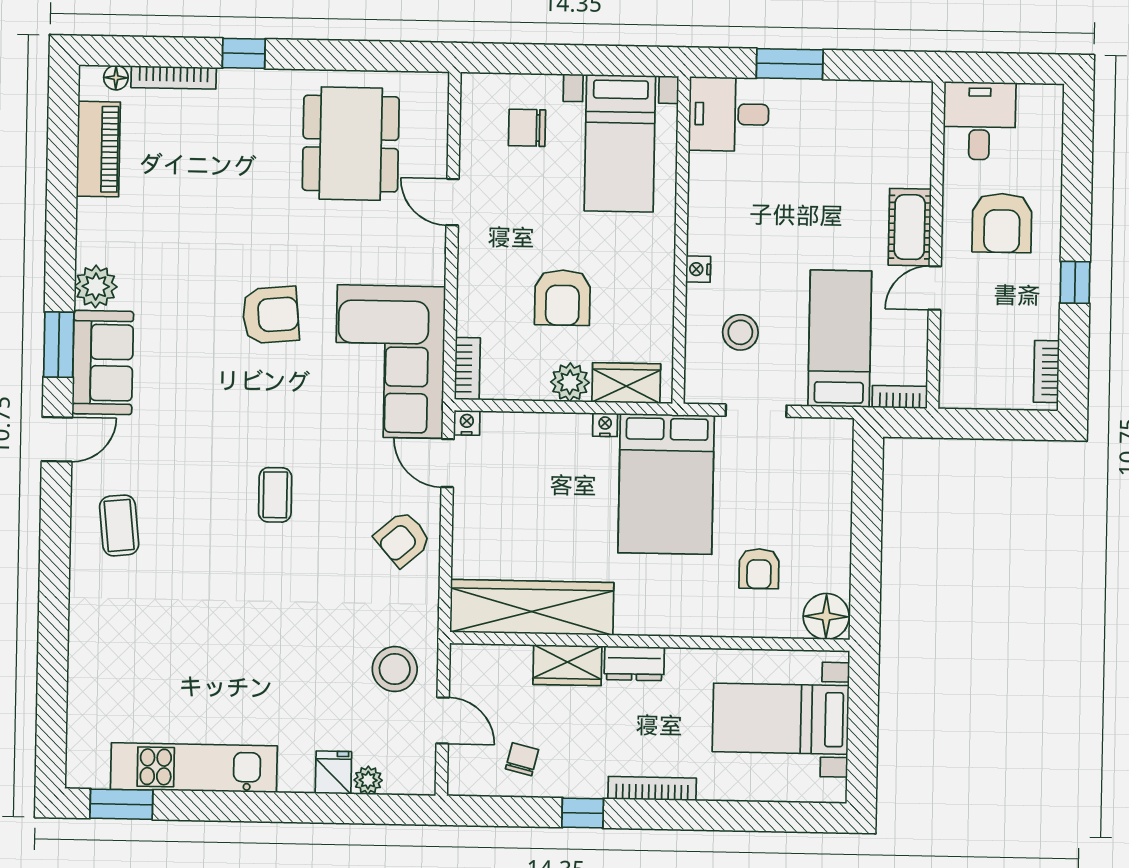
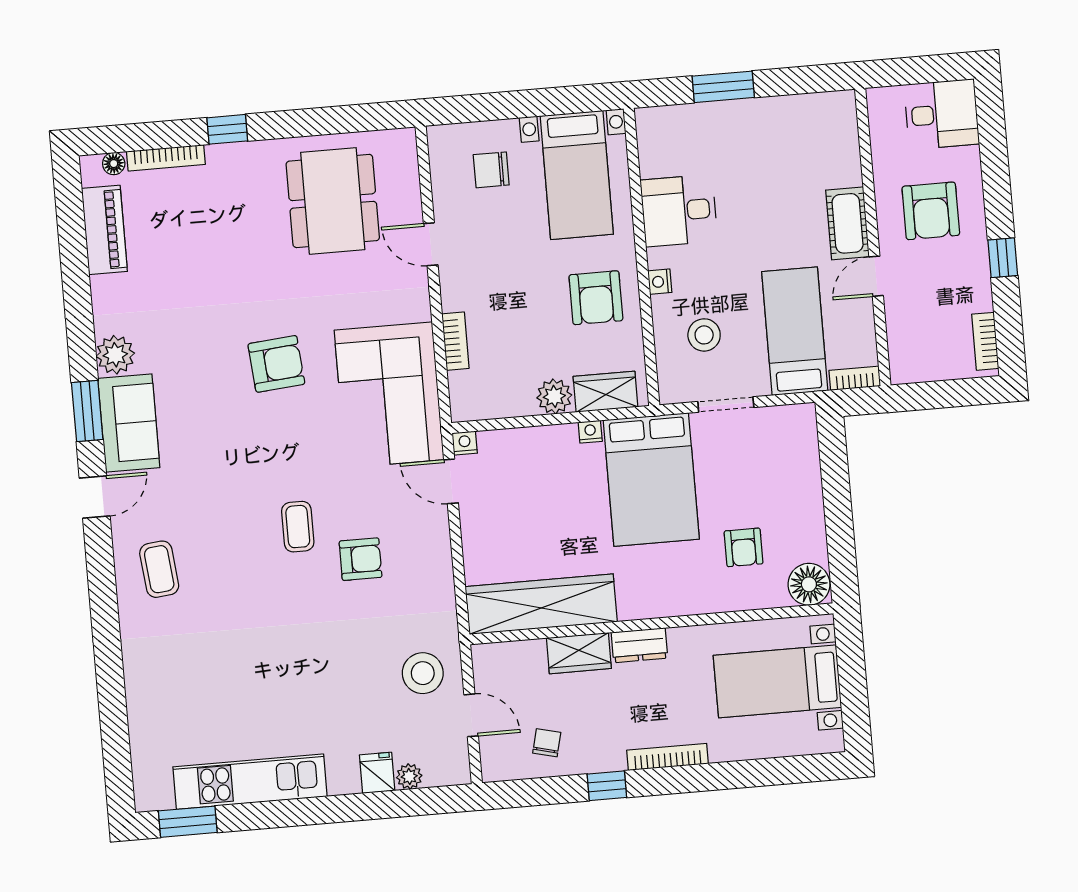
desk: (729, 114) -> (679, 211), moved
desk: (979, 121) -> (942, 114), moved, turned 90
armchair: (563, 298) -> (596, 298), moved
bookcase: (467, 369) -> (455, 341), moved
armchair: (403, 539) -> (361, 559), moved, turned -139

